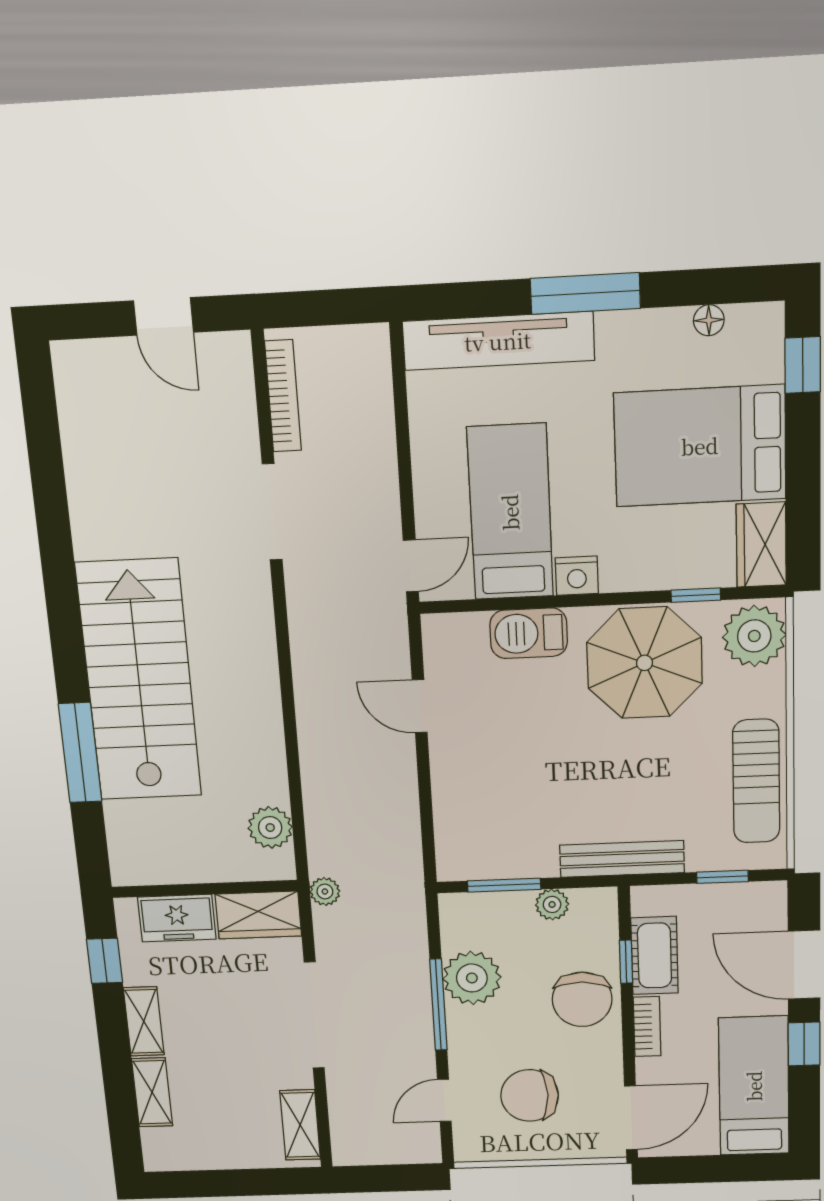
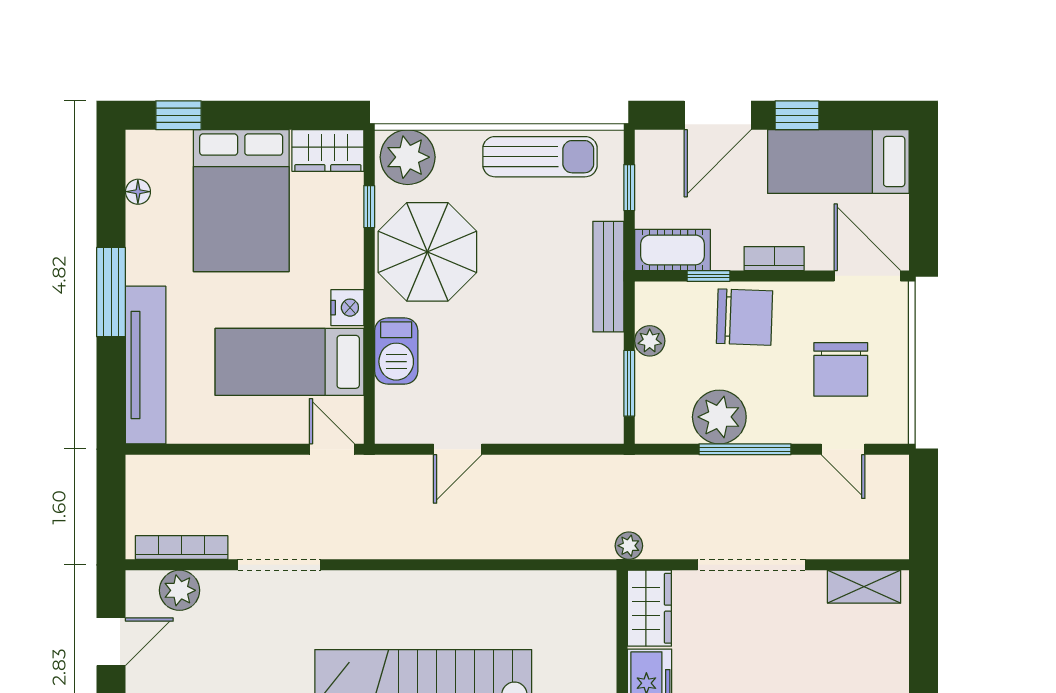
plant: (270, 828) -> (180, 590), moved
cot: (655, 955) -> (672, 250), moved

